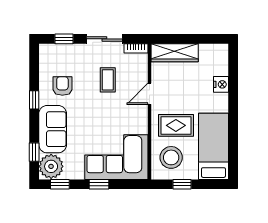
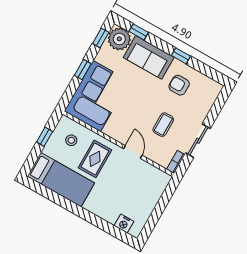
window: (64, 39) -> (217, 108), removed
wardrobe: (175, 53) -> (154, 191), removed
coffee table: (108, 80) -> (163, 125), turned 90
nightstand: (221, 84) -> (124, 224), moved
armchair: (62, 86) -> (179, 85), turned 180
stool: (171, 157) -> (71, 140), width x0.53, depth x0.53

